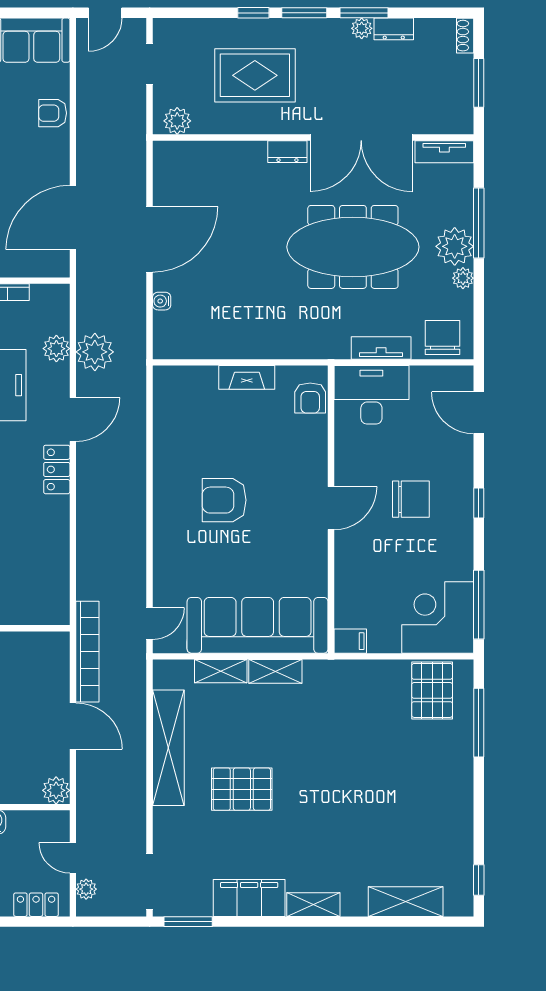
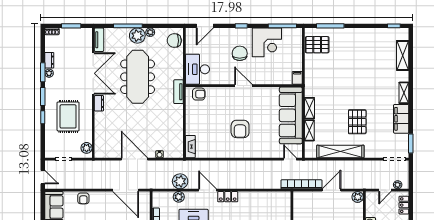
tv unit: (381, 348) -> (178, 92), moved
fireplace: (247, 377) -> (190, 147), moved
corner desk: (438, 617) -> (267, 42), moved, turned -90

